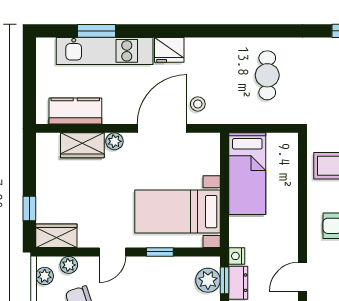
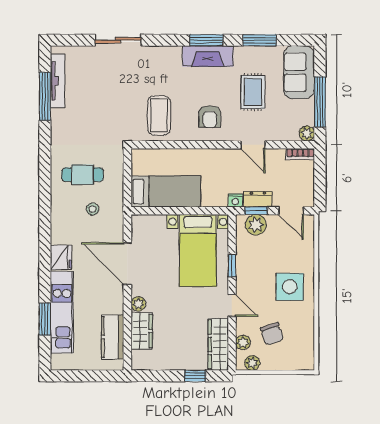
stool: (198, 104) -> (93, 209), moved
wardrobe: (56, 236) -> (218, 344), width x1.50

